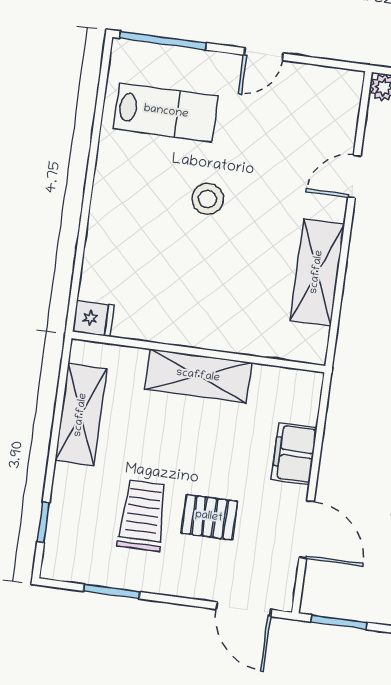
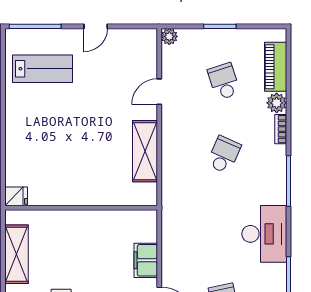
stool: (208, 199) -> (74, 117), removed
shelving: (198, 376) -> (83, 222), removed

